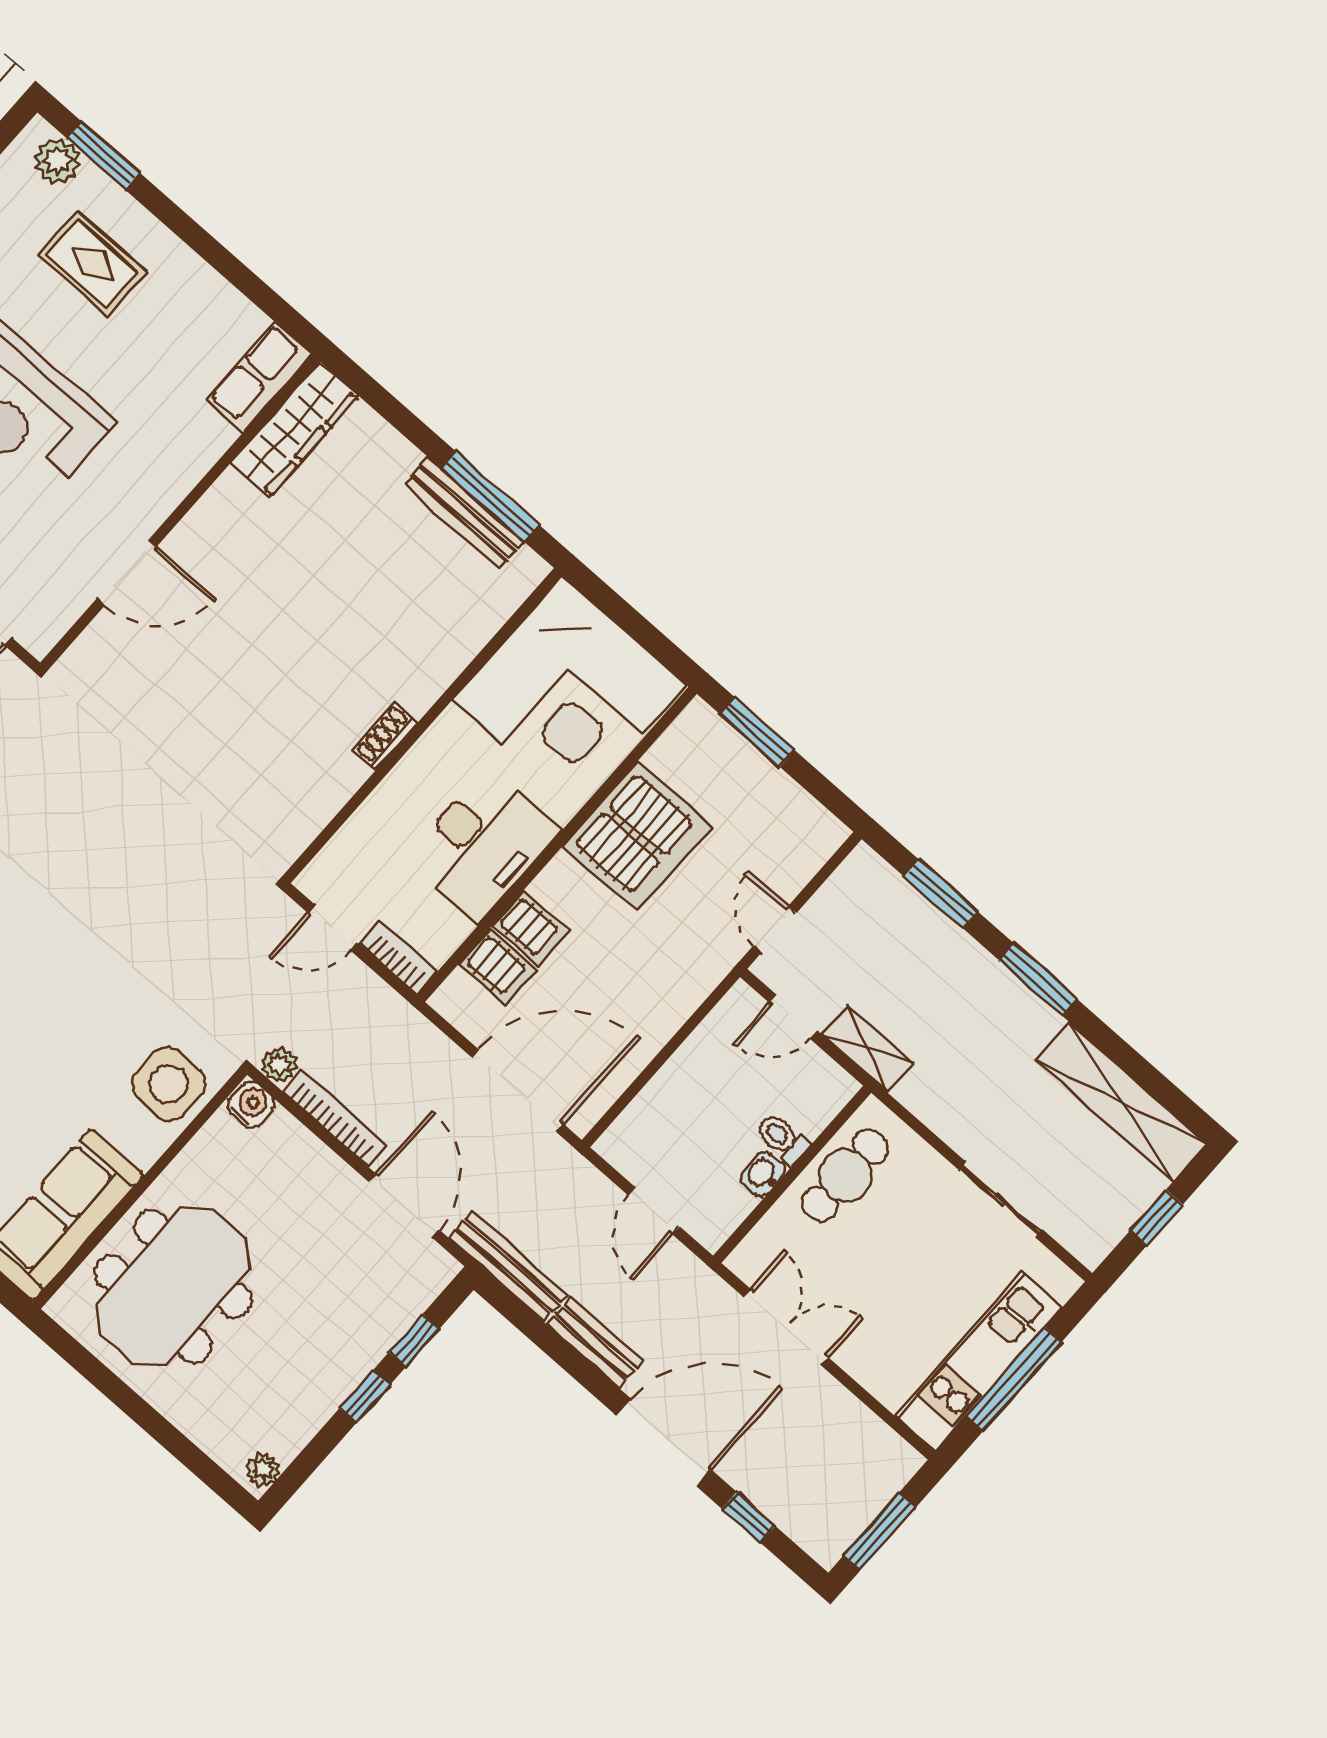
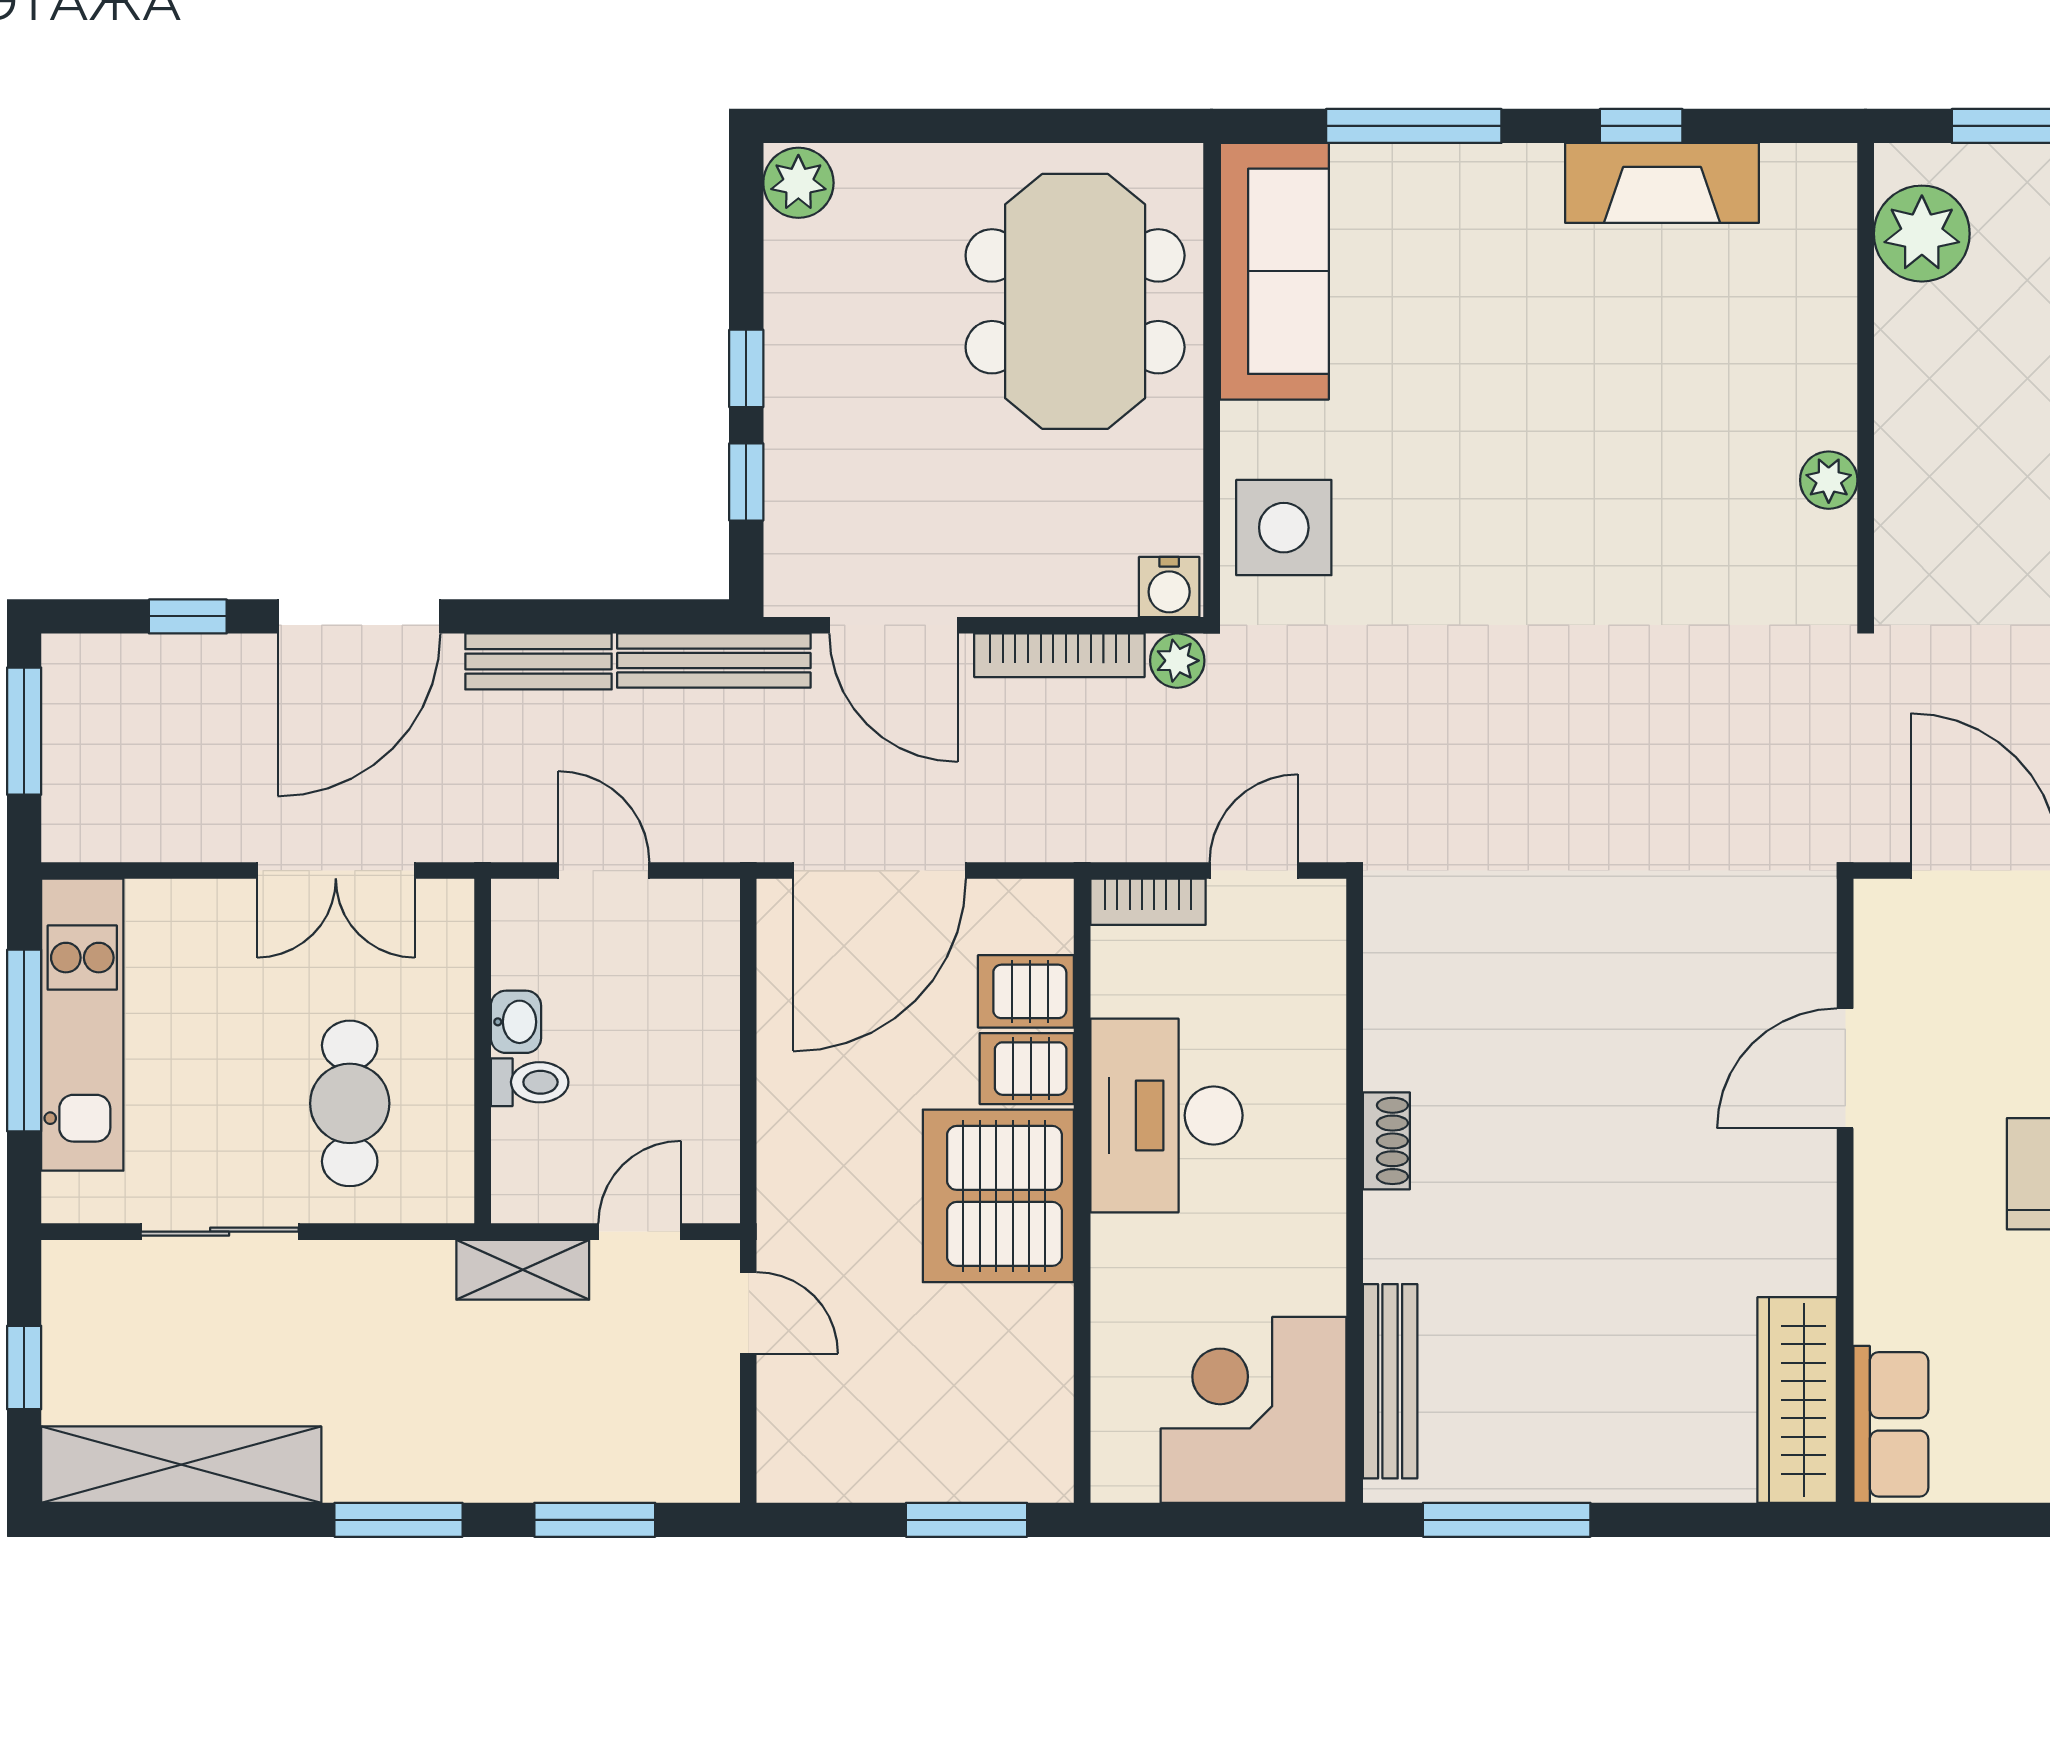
bench: (464, 513) -> (1390, 1381), moved, turned 90
corner desk: (570, 693) -> (1254, 1410), width x0.74, depth x0.74
server rack: (637, 837) -> (998, 1196), moved
cafe table: (845, 1175) -> (350, 1103), moved
plant: (263, 1470) -> (798, 183), width x1.38, depth x1.38

